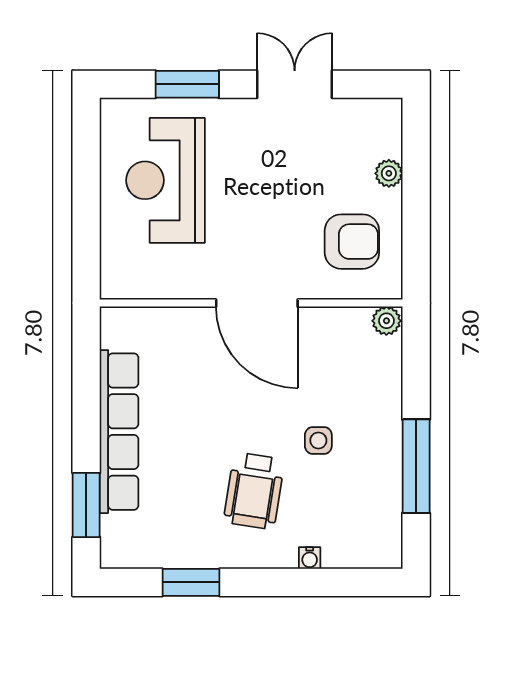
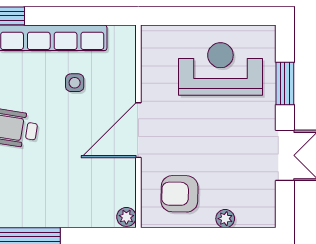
armchair: (352, 242) -> (179, 194), turned 91
side table: (318, 440) -> (75, 83), moved

